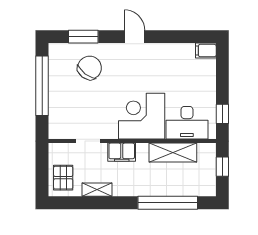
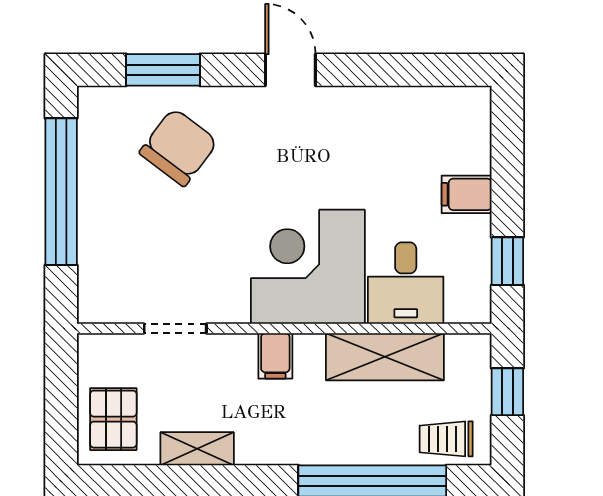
filing cabinet: (206, 51) -> (467, 194), moved
desk: (187, 123) -> (406, 283), width x0.73
filing cabinet: (122, 152) -> (275, 356), width x0.50
trolley: (198, 186) -> (446, 439), added

